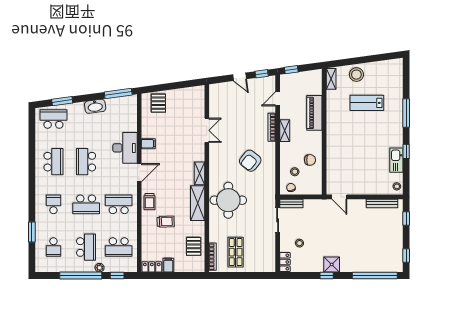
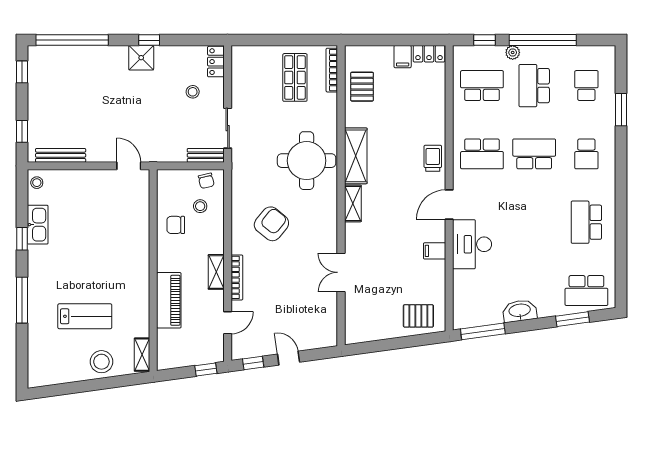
pallet: (158, 103) -> (418, 316), turned 90
school desk: (86, 162) -> (534, 222), removed
trolley: (166, 222) -> (407, 126), removed

